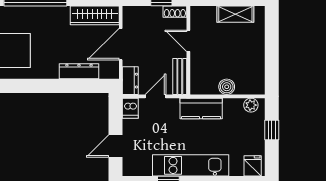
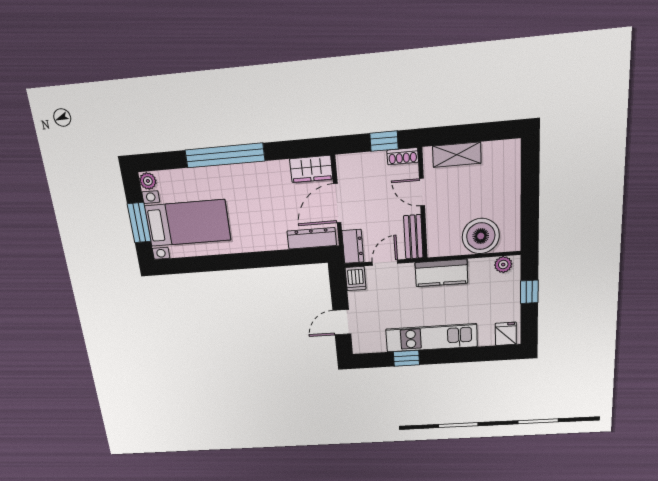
shelving: (235, 14) -> (457, 155), moved
wardrobe: (95, 15) -> (311, 169), width x0.67
dresser: (79, 71) -> (312, 238), moved
boiler: (227, 87) -> (481, 236), width x1.86, depth x1.86

